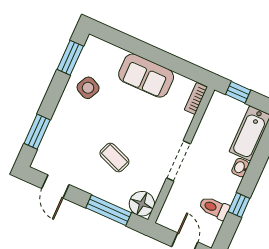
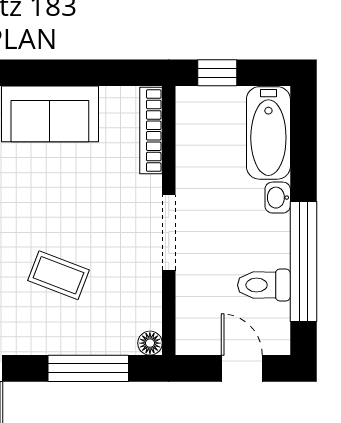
bookcase: (196, 99) -> (151, 131), width x1.56
floor lamp: (142, 204) -> (150, 343), width x0.53, depth x0.53
window: (239, 205) -> (303, 262), width x3.17

